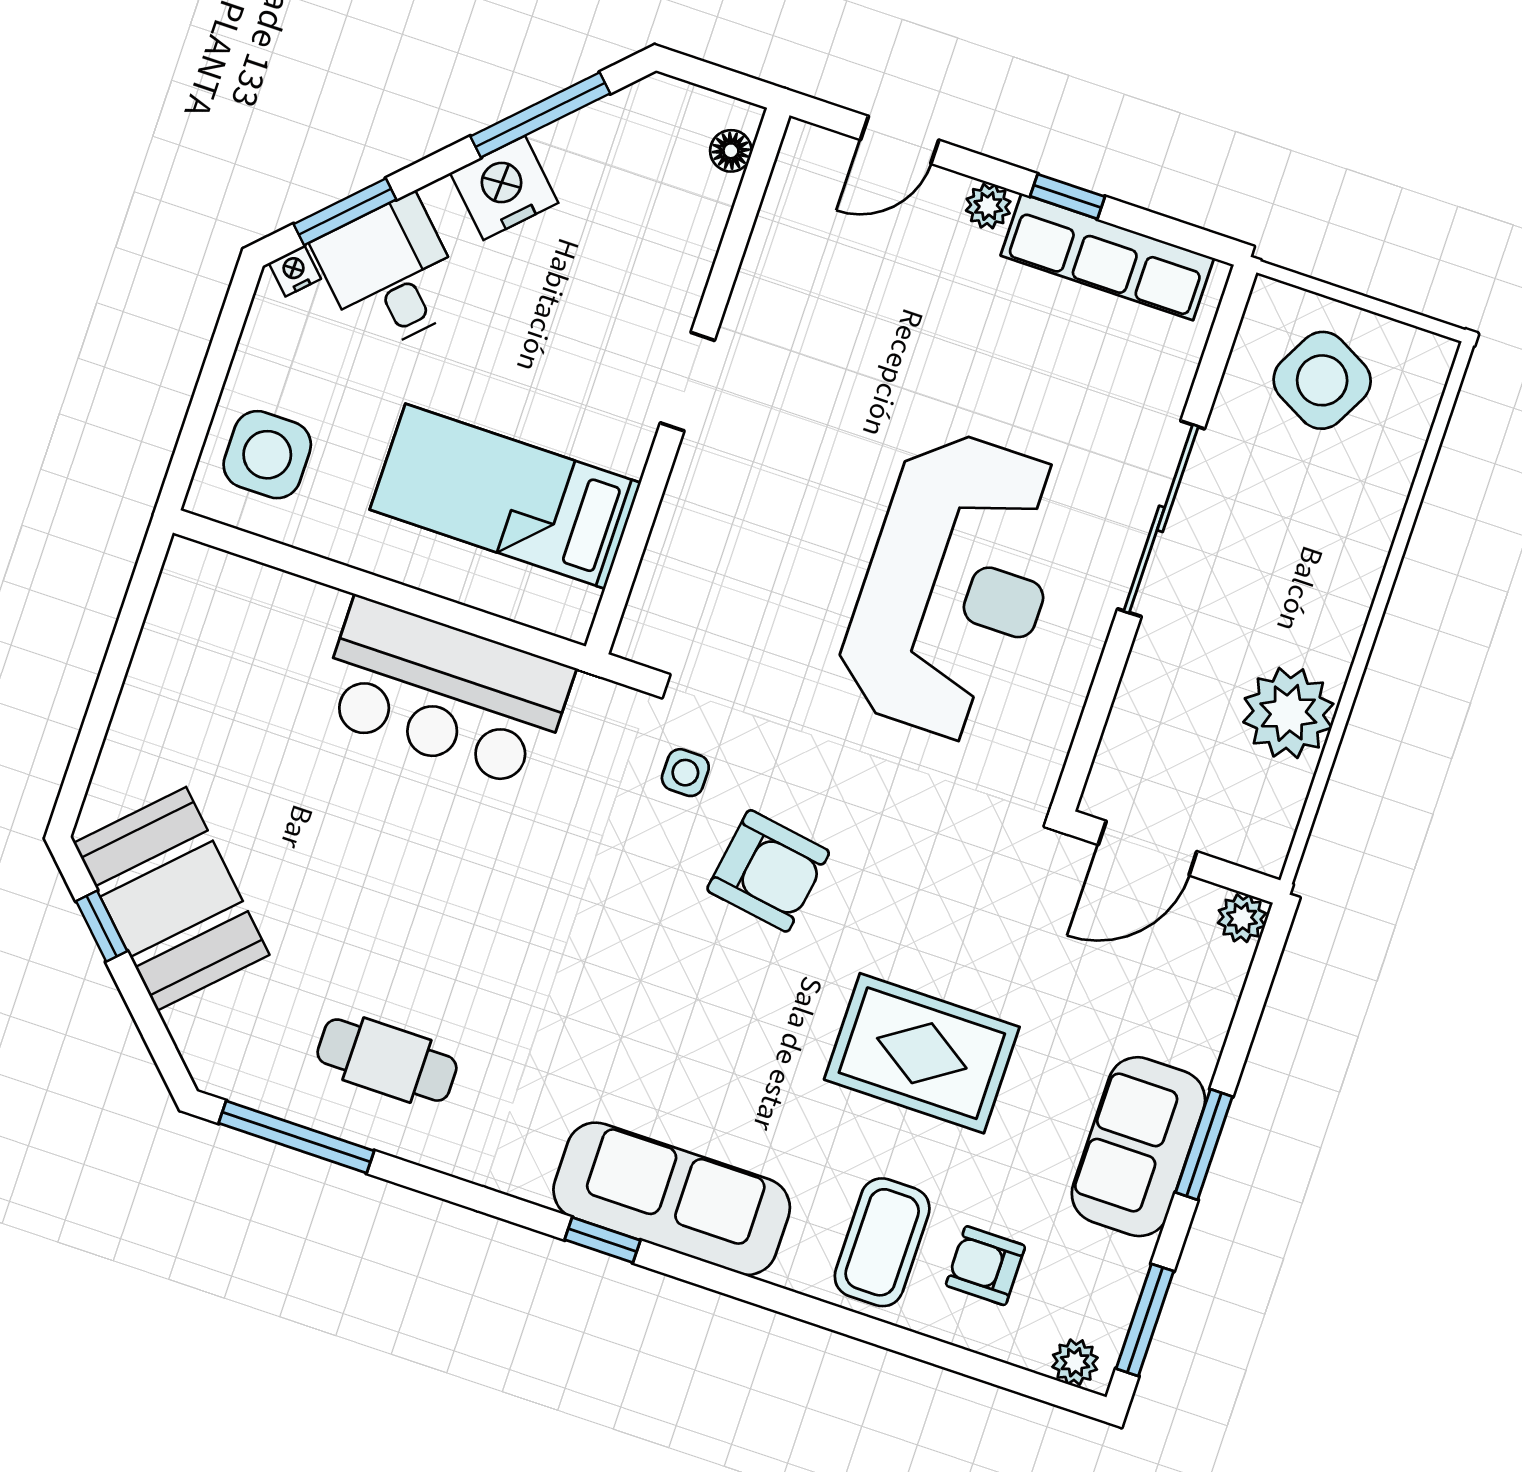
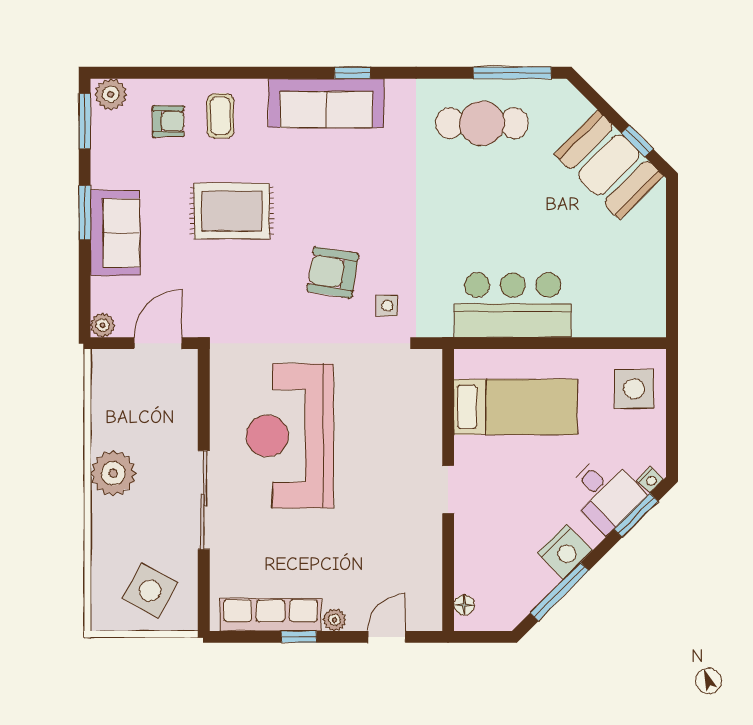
plant: (1288, 713) -> (113, 473), moved
cafe table: (387, 1060) -> (482, 123), width x1.37, depth x1.35
sofa: (1138, 1147) -> (115, 233), moved
coffee table: (882, 1242) -> (220, 116), width x0.73, depth x0.77
plant: (1075, 1362) -> (111, 94), width x1.38, depth x1.38

